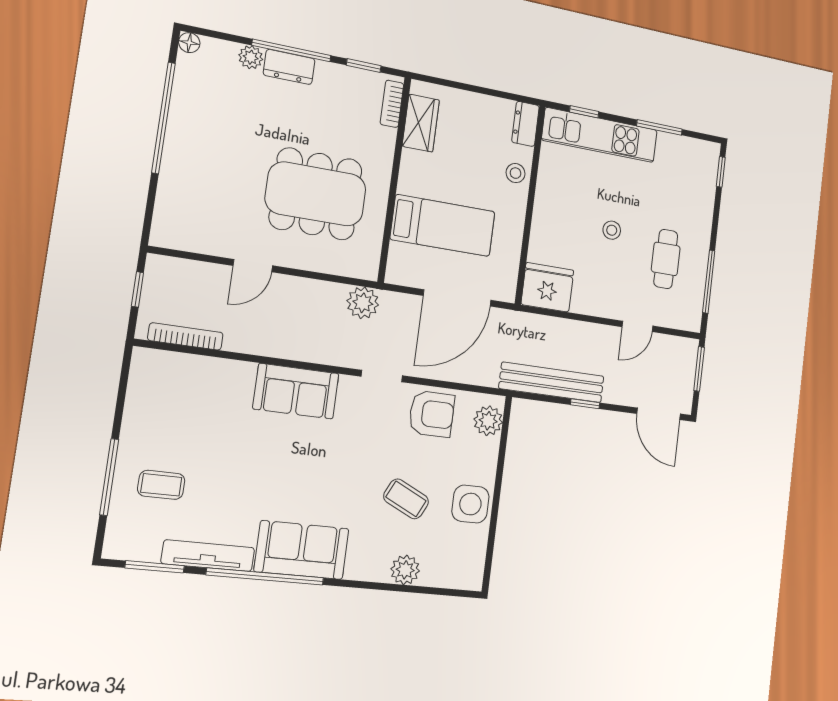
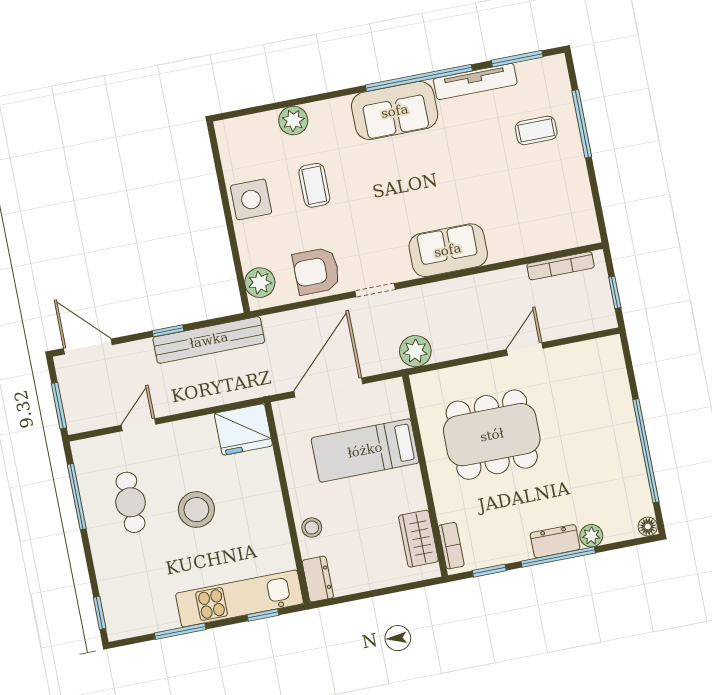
stool: (612, 230) -> (196, 510), width x1.89, depth x1.89
coffee table: (406, 499) -> (314, 185), turned 64

